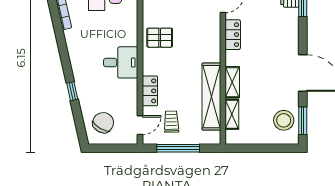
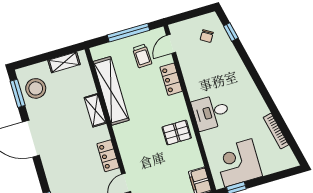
desk: (121, 62) -> (211, 112), moved
window: (72, 91) -> (231, 32), moved
shelving: (232, 114) -> (64, 62), moved, turned 90
chair: (103, 123) -> (207, 36), width x0.54, depth x0.54

